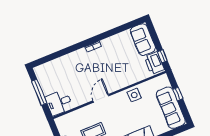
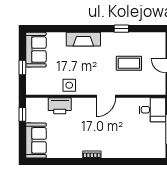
printer: (154, 63) -> (60, 106), moved, turned 90
sofa: (171, 108) -> (36, 50), width x0.73

